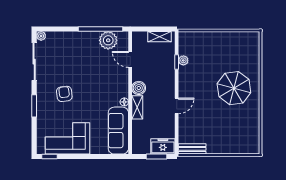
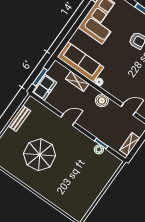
parasol: (234, 88) -> (40, 155), moved
door: (177, 106) -> (68, 120), swing flipped
shelving: (137, 107) -> (77, 81), moved
bench: (192, 149) -> (19, 118), moved

